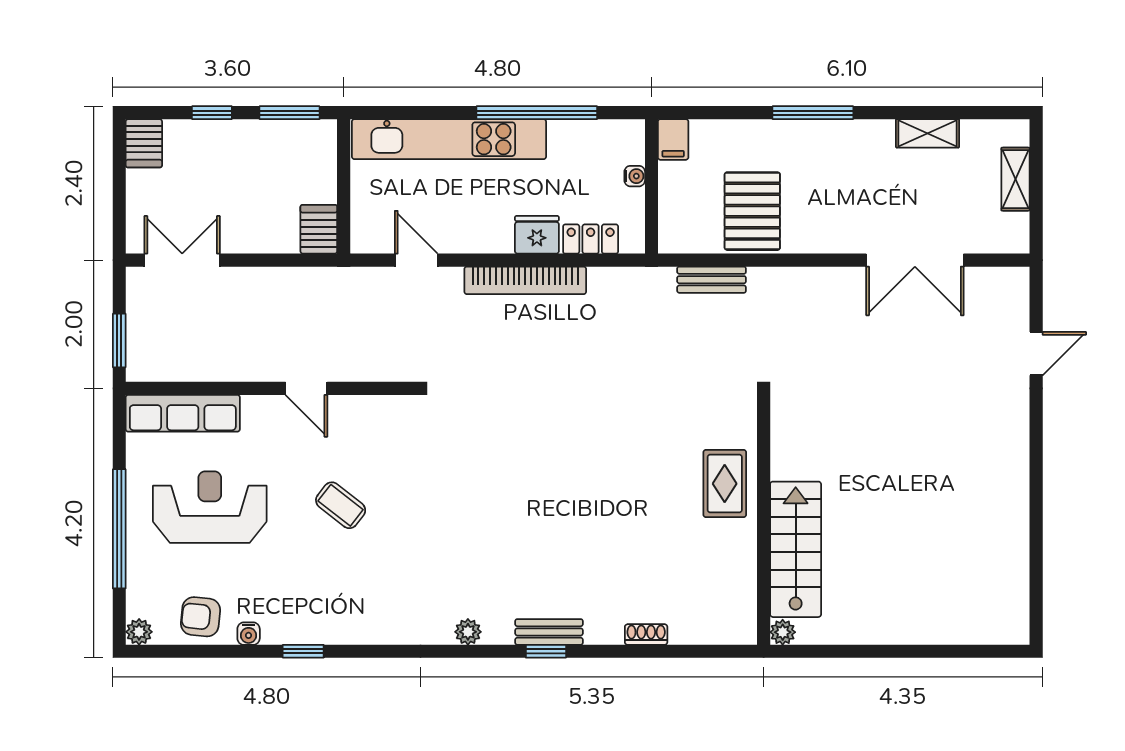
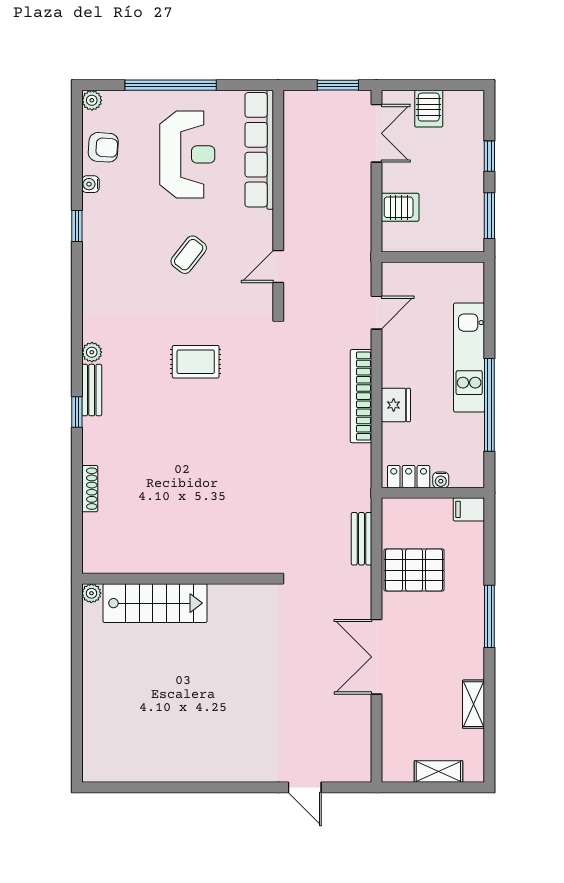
kitchen unit: (449, 139) -> (469, 358), width x0.73
server rack: (144, 143) -> (429, 109), moved, turned -90
server rack: (319, 229) -> (400, 207), moved
locker: (591, 239) -> (409, 477), moved, turned -90
double door: (915, 260) -> (376, 657), moved
window: (119, 340) -> (338, 85), moved
door: (306, 388) -> (278, 266), moved
row of seats: (183, 413) -> (259, 150), width x1.36
rug: (725, 484) -> (196, 362), moved
armchair: (200, 617) -> (103, 147), turned 88
bench: (549, 632) -> (92, 390), moved
shoe rack: (646, 635) -> (90, 489), width x1.43

